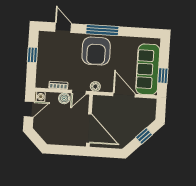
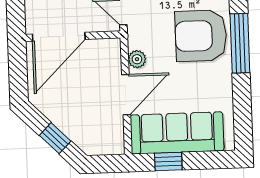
plant: (95, 86) -> (137, 59), moved

